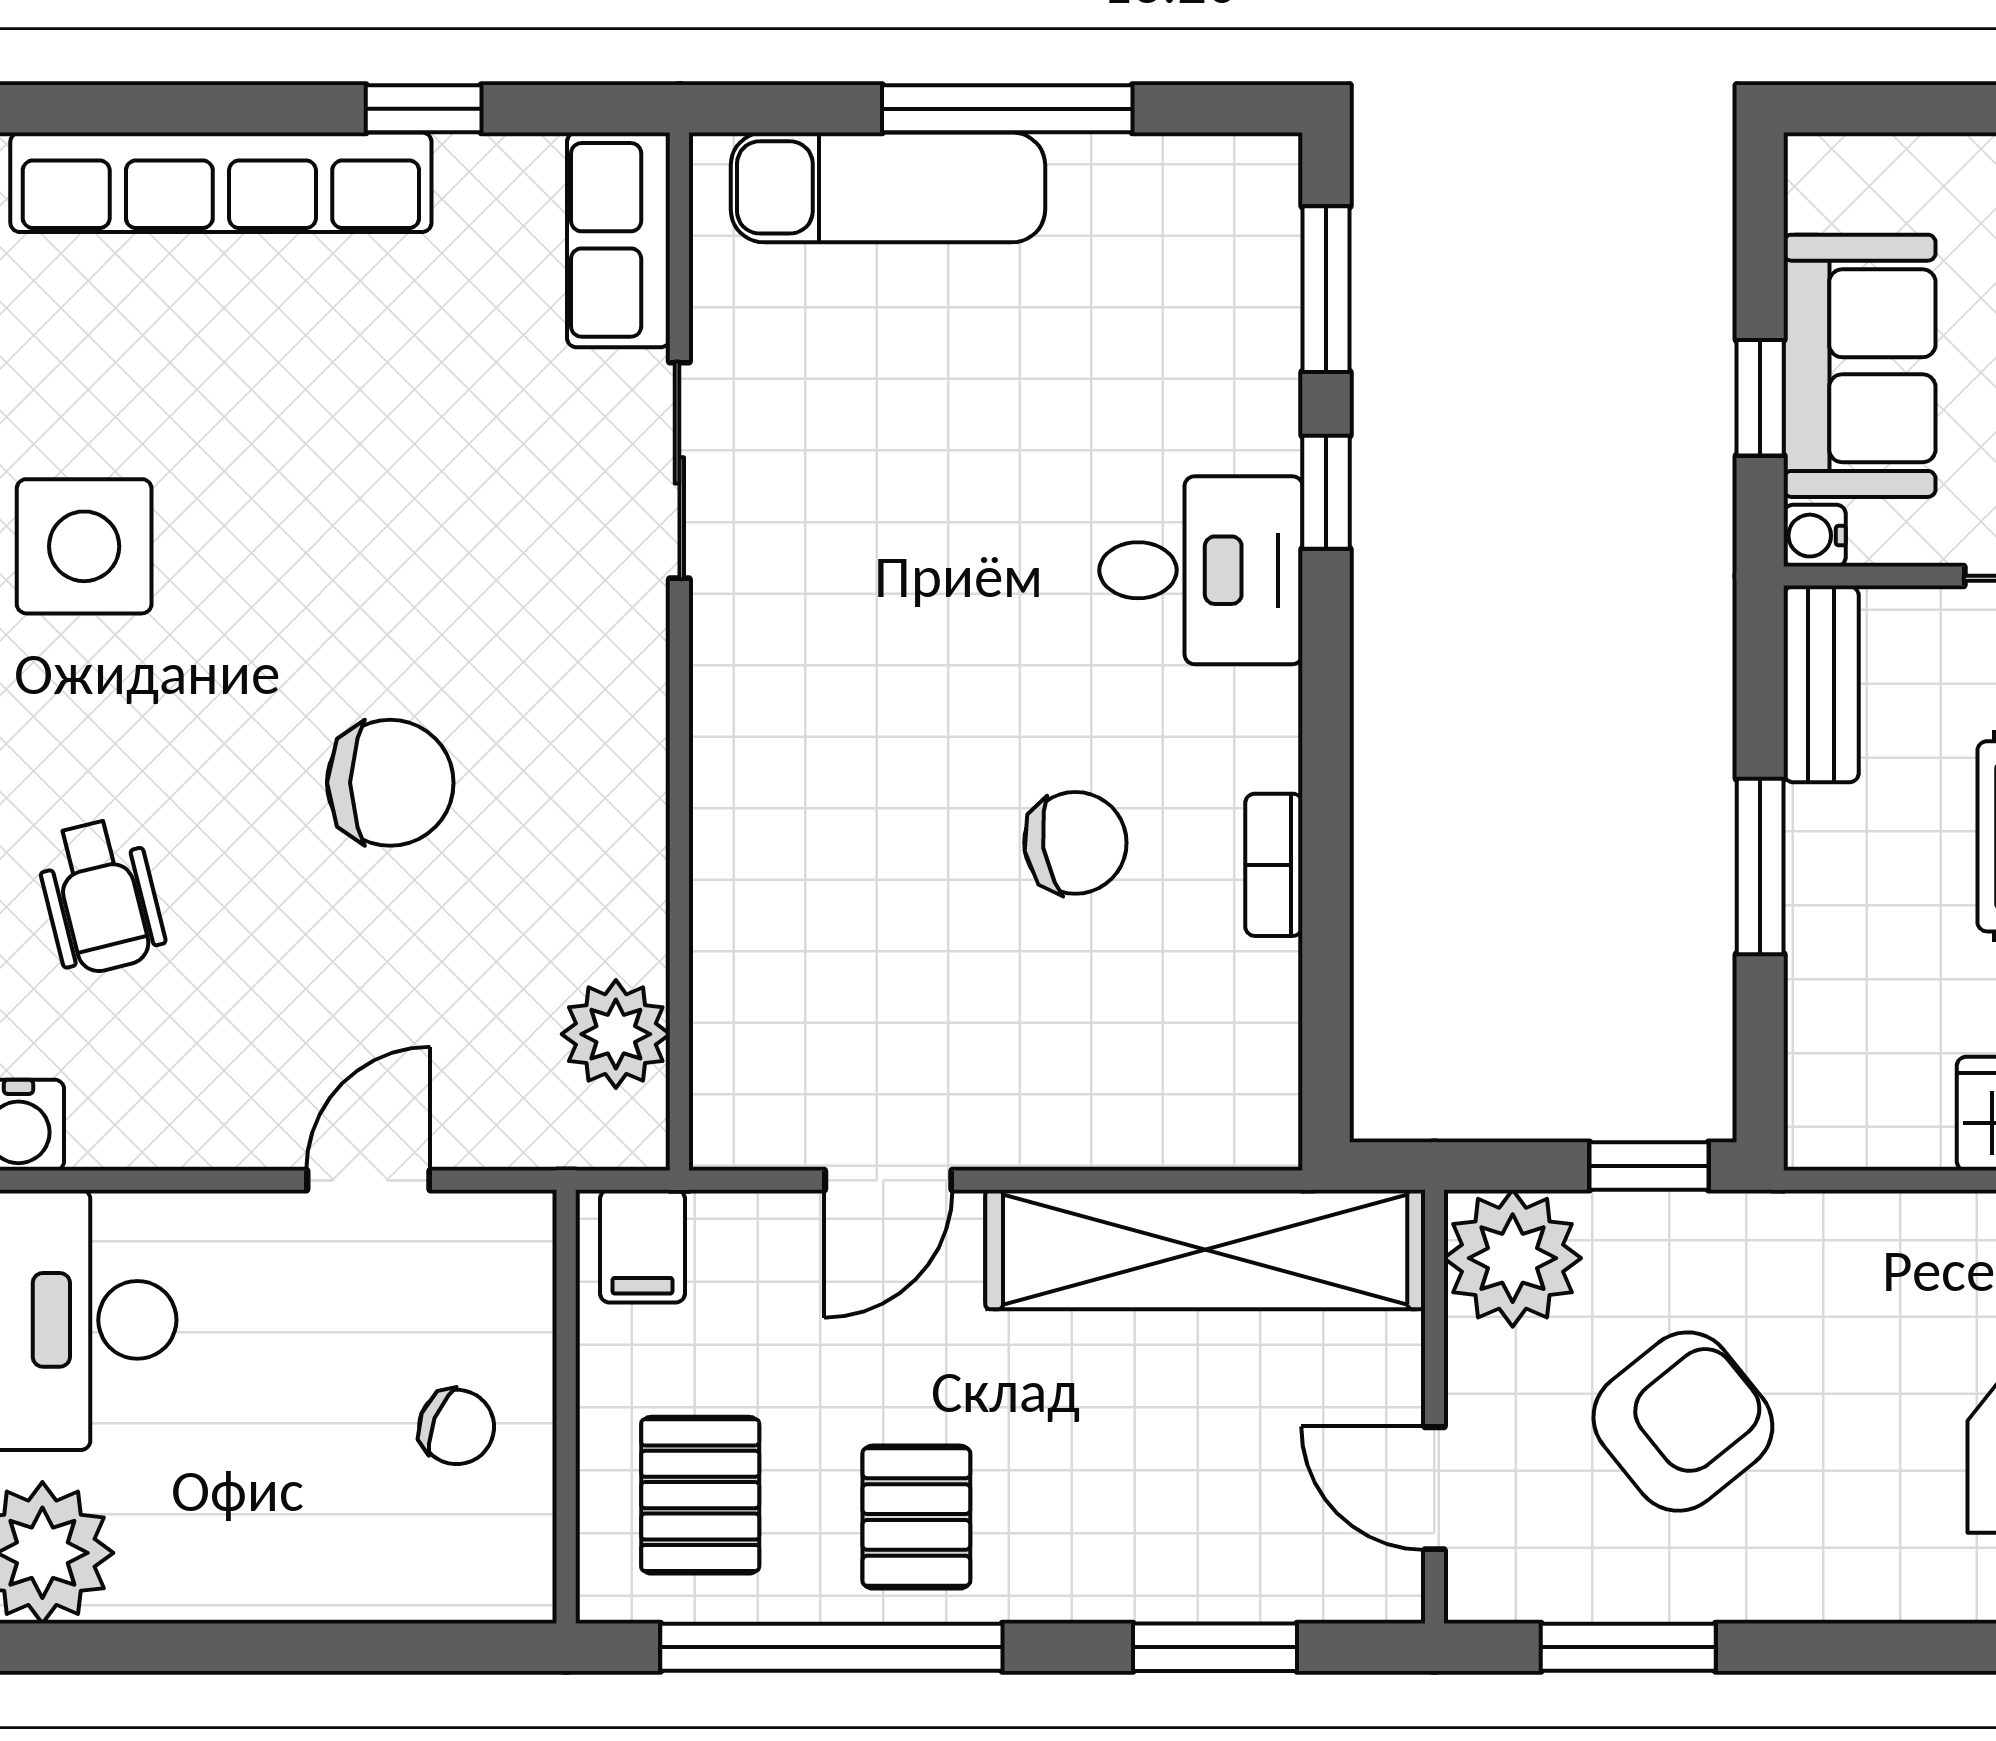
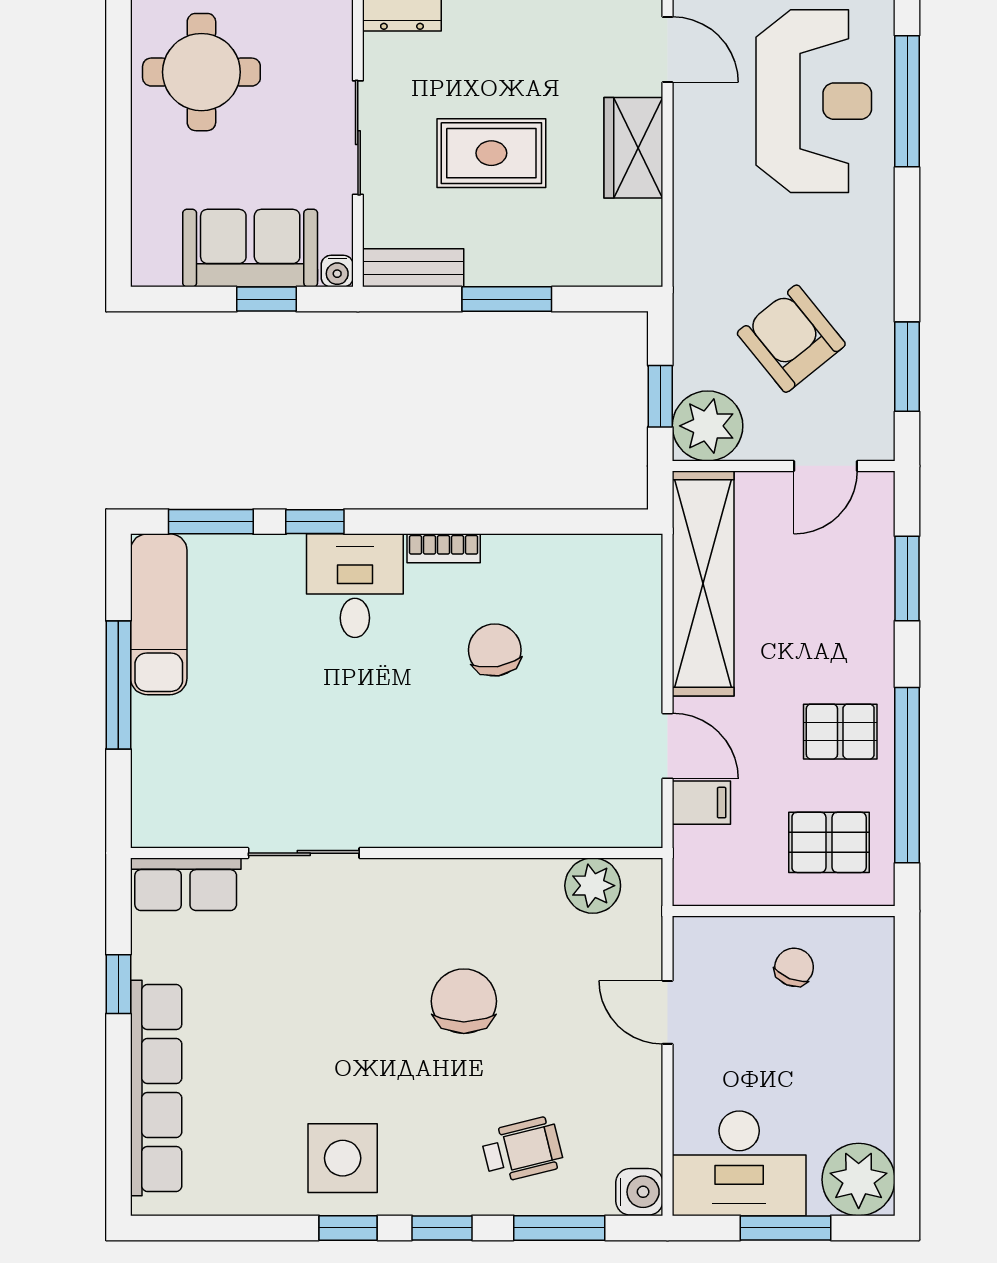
exam couch: (888, 187) -> (159, 614), moved
bookcase: (1274, 865) -> (444, 548), moved
window: (1649, 1166) -> (660, 396), moved
filing cabinet: (642, 1246) -> (701, 803), moved

